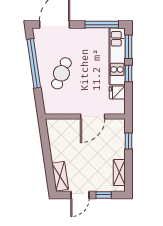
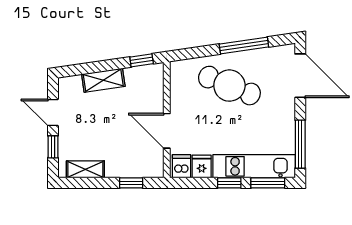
window: (34, 63) -> (244, 45), width x0.68
cafe table: (61, 73) -> (229, 86), width x1.37, depth x1.35
dishwasher: (117, 106) -> (182, 166), added
window: (44, 134) -> (142, 60), added
shelving: (60, 176) -> (103, 80), moved

